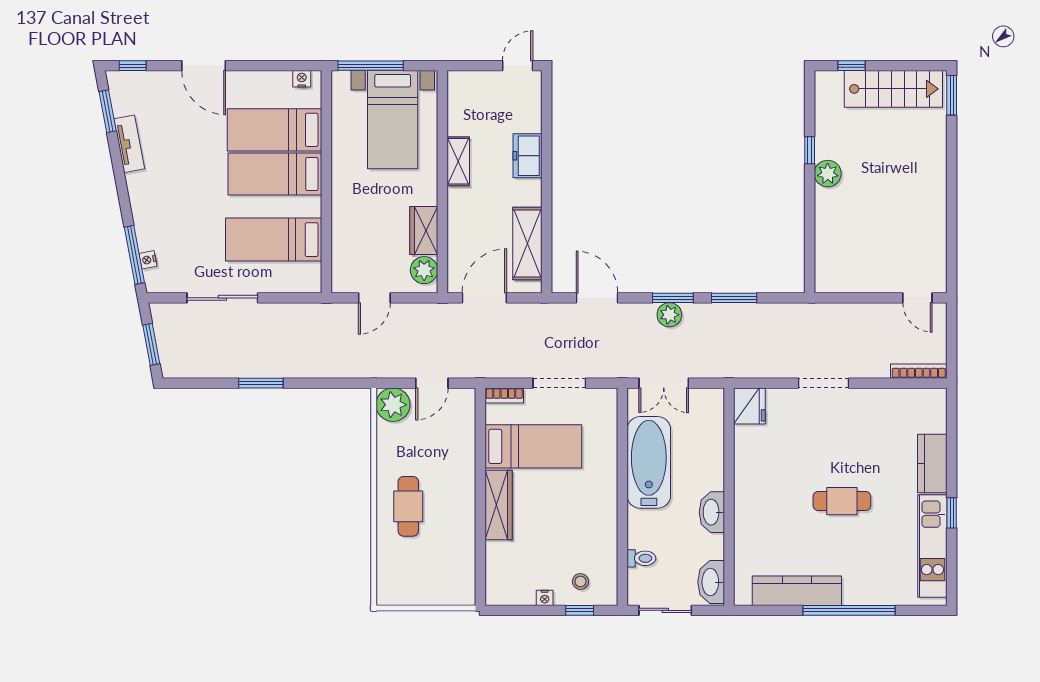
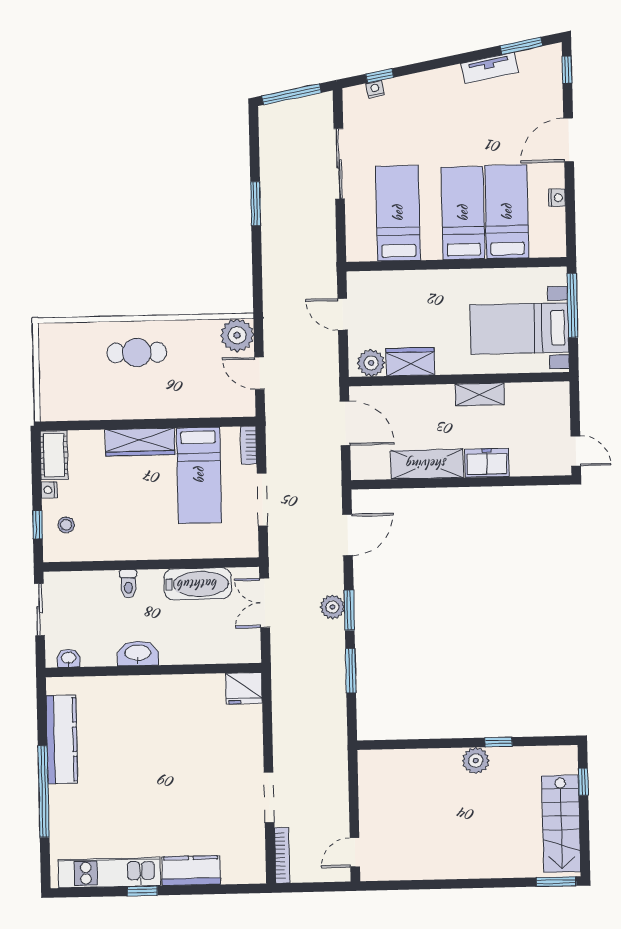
nightstand: (302, 79) -> (557, 198), moved
shelving: (527, 244) -> (427, 464), moved
window: (134, 255) -> (380, 76), width x0.46
window: (151, 344) -> (291, 94), width x1.44
doorway: (824, 383) -> (269, 797), moved
bathtub: (649, 462) -> (198, 584), width x0.73, depth x0.73
cafe table: (842, 501) -> (152, 782), removed
toilet: (641, 558) -> (128, 584), moved
washbasin: (711, 582) -> (69, 658), width x0.52, depth x0.69
cot: (510, 592) -> (54, 455), added

